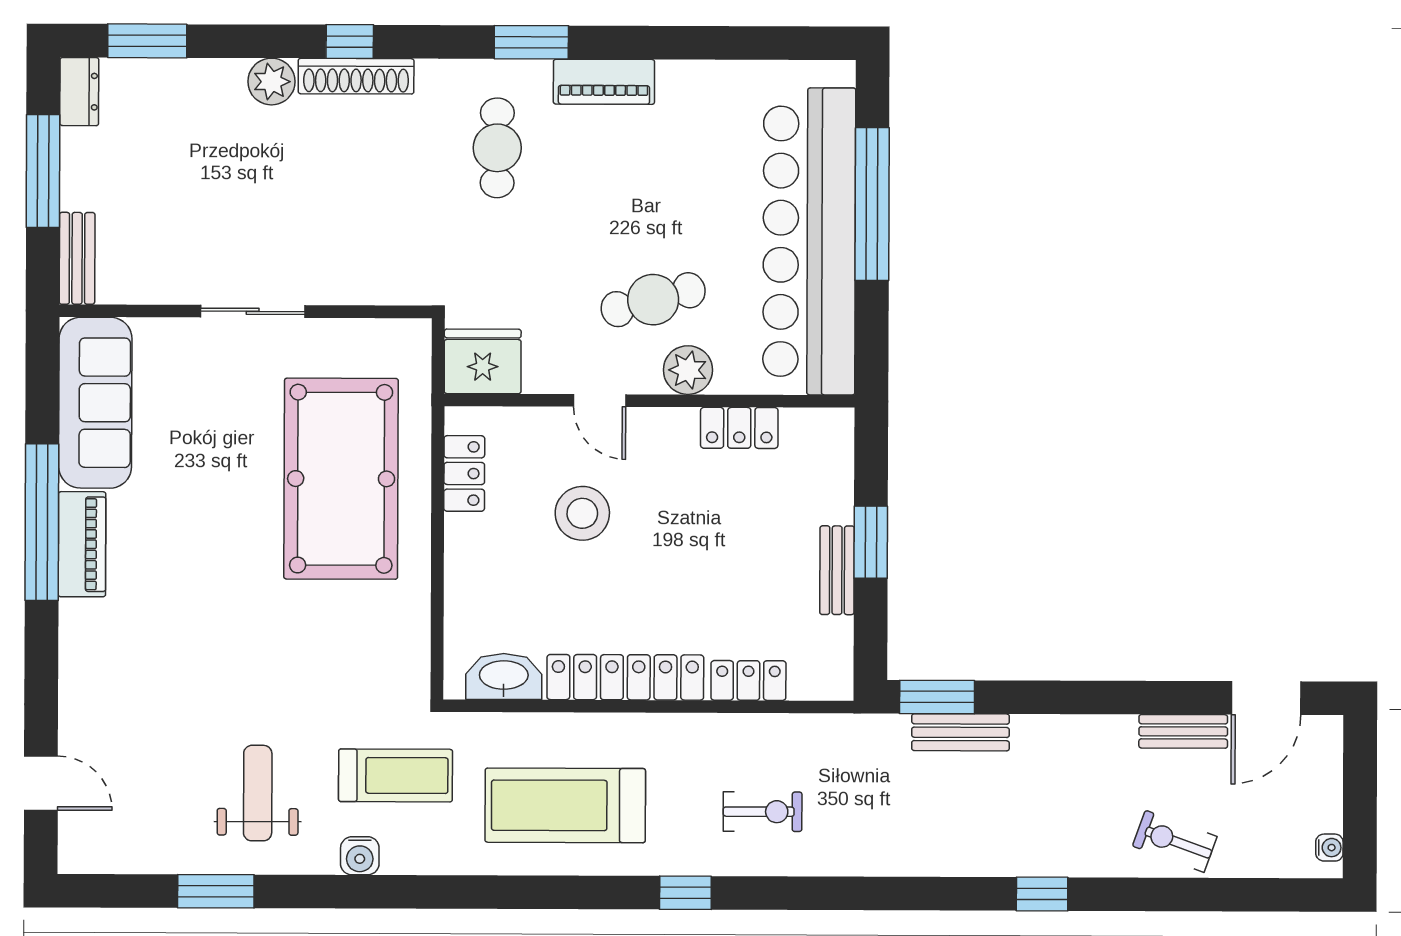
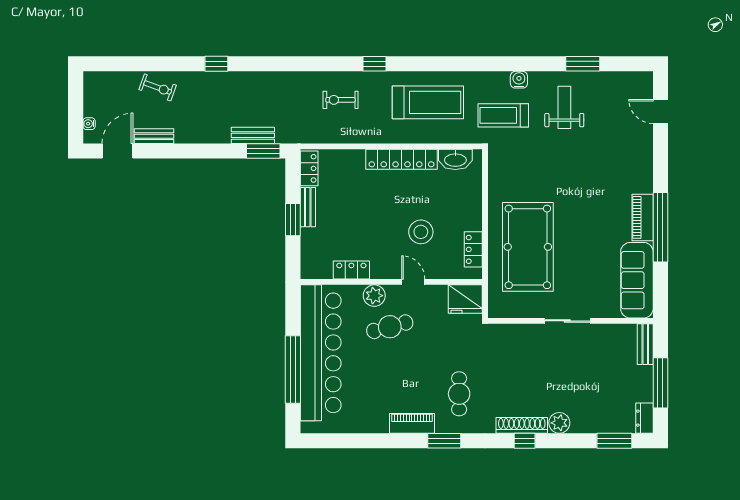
locker: (748, 680) -> (309, 168), moved, turned -90
weight bench: (258, 793) -> (564, 107), turned 180
water cooler: (1329, 848) -> (89, 124), moved

